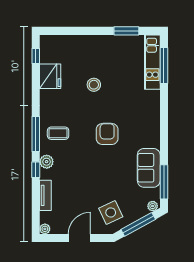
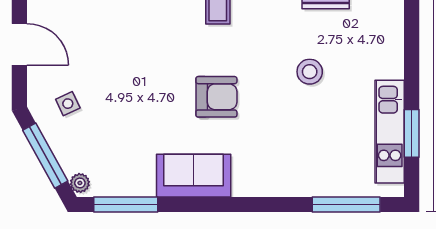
kitchen unit: (152, 62) -> (390, 132), moved, turned -90
sofa: (149, 168) -> (194, 176), moved
side table: (111, 212) -> (68, 104), width x0.54, depth x0.54

